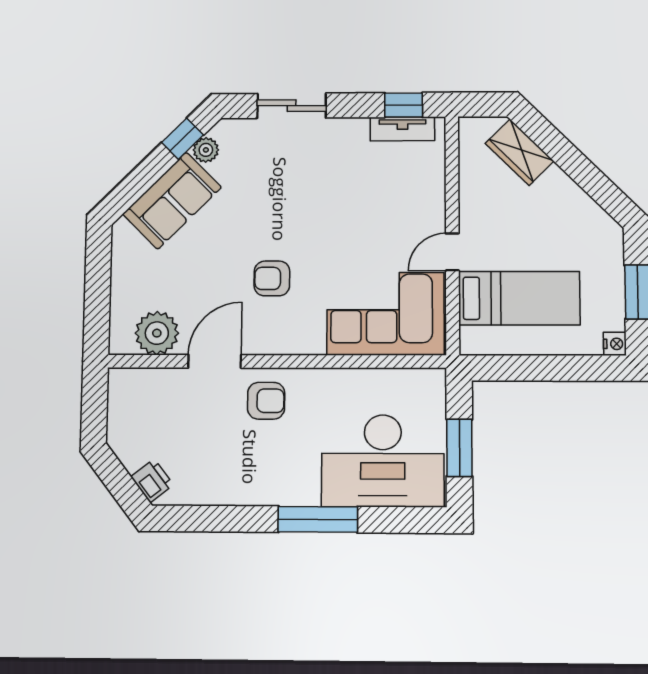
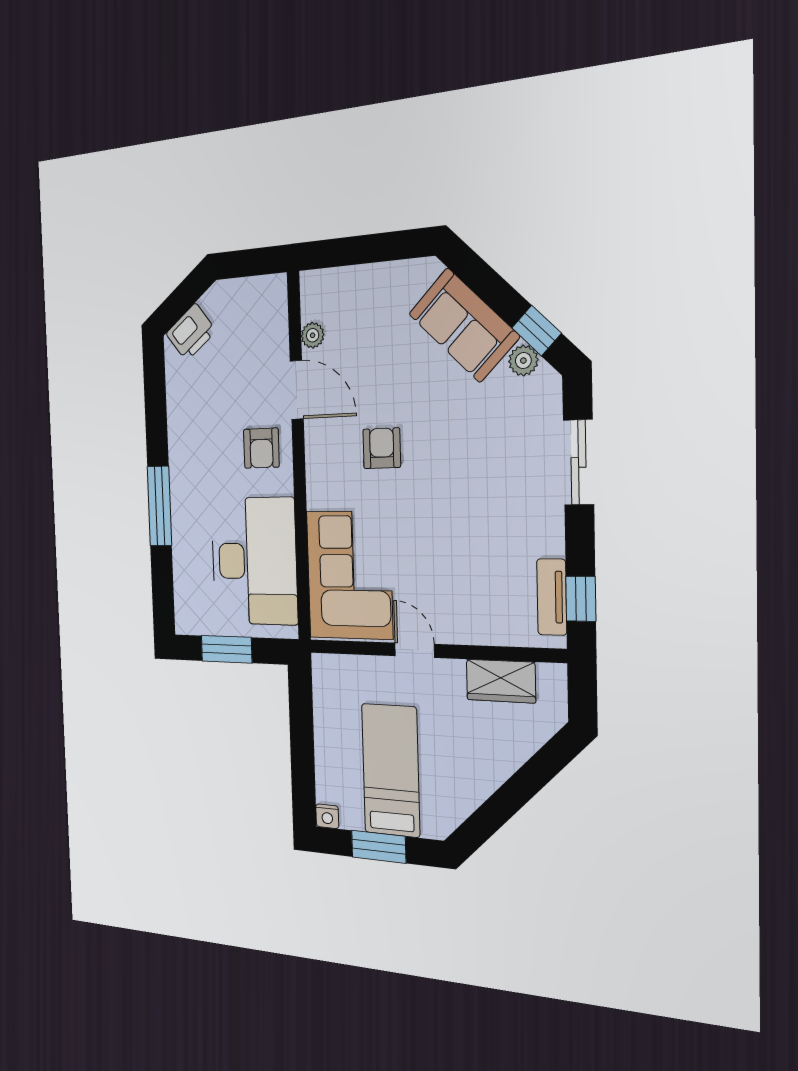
wardrobe: (520, 152) -> (501, 681), moved, turned -135
bed: (519, 298) -> (391, 770), moved, turned 180
plant: (157, 333) -> (313, 335), width x0.53, depth x0.53
desk: (383, 461) -> (254, 561), moved, turned 180
printer: (152, 481) -> (191, 332), width x1.36, depth x1.24

